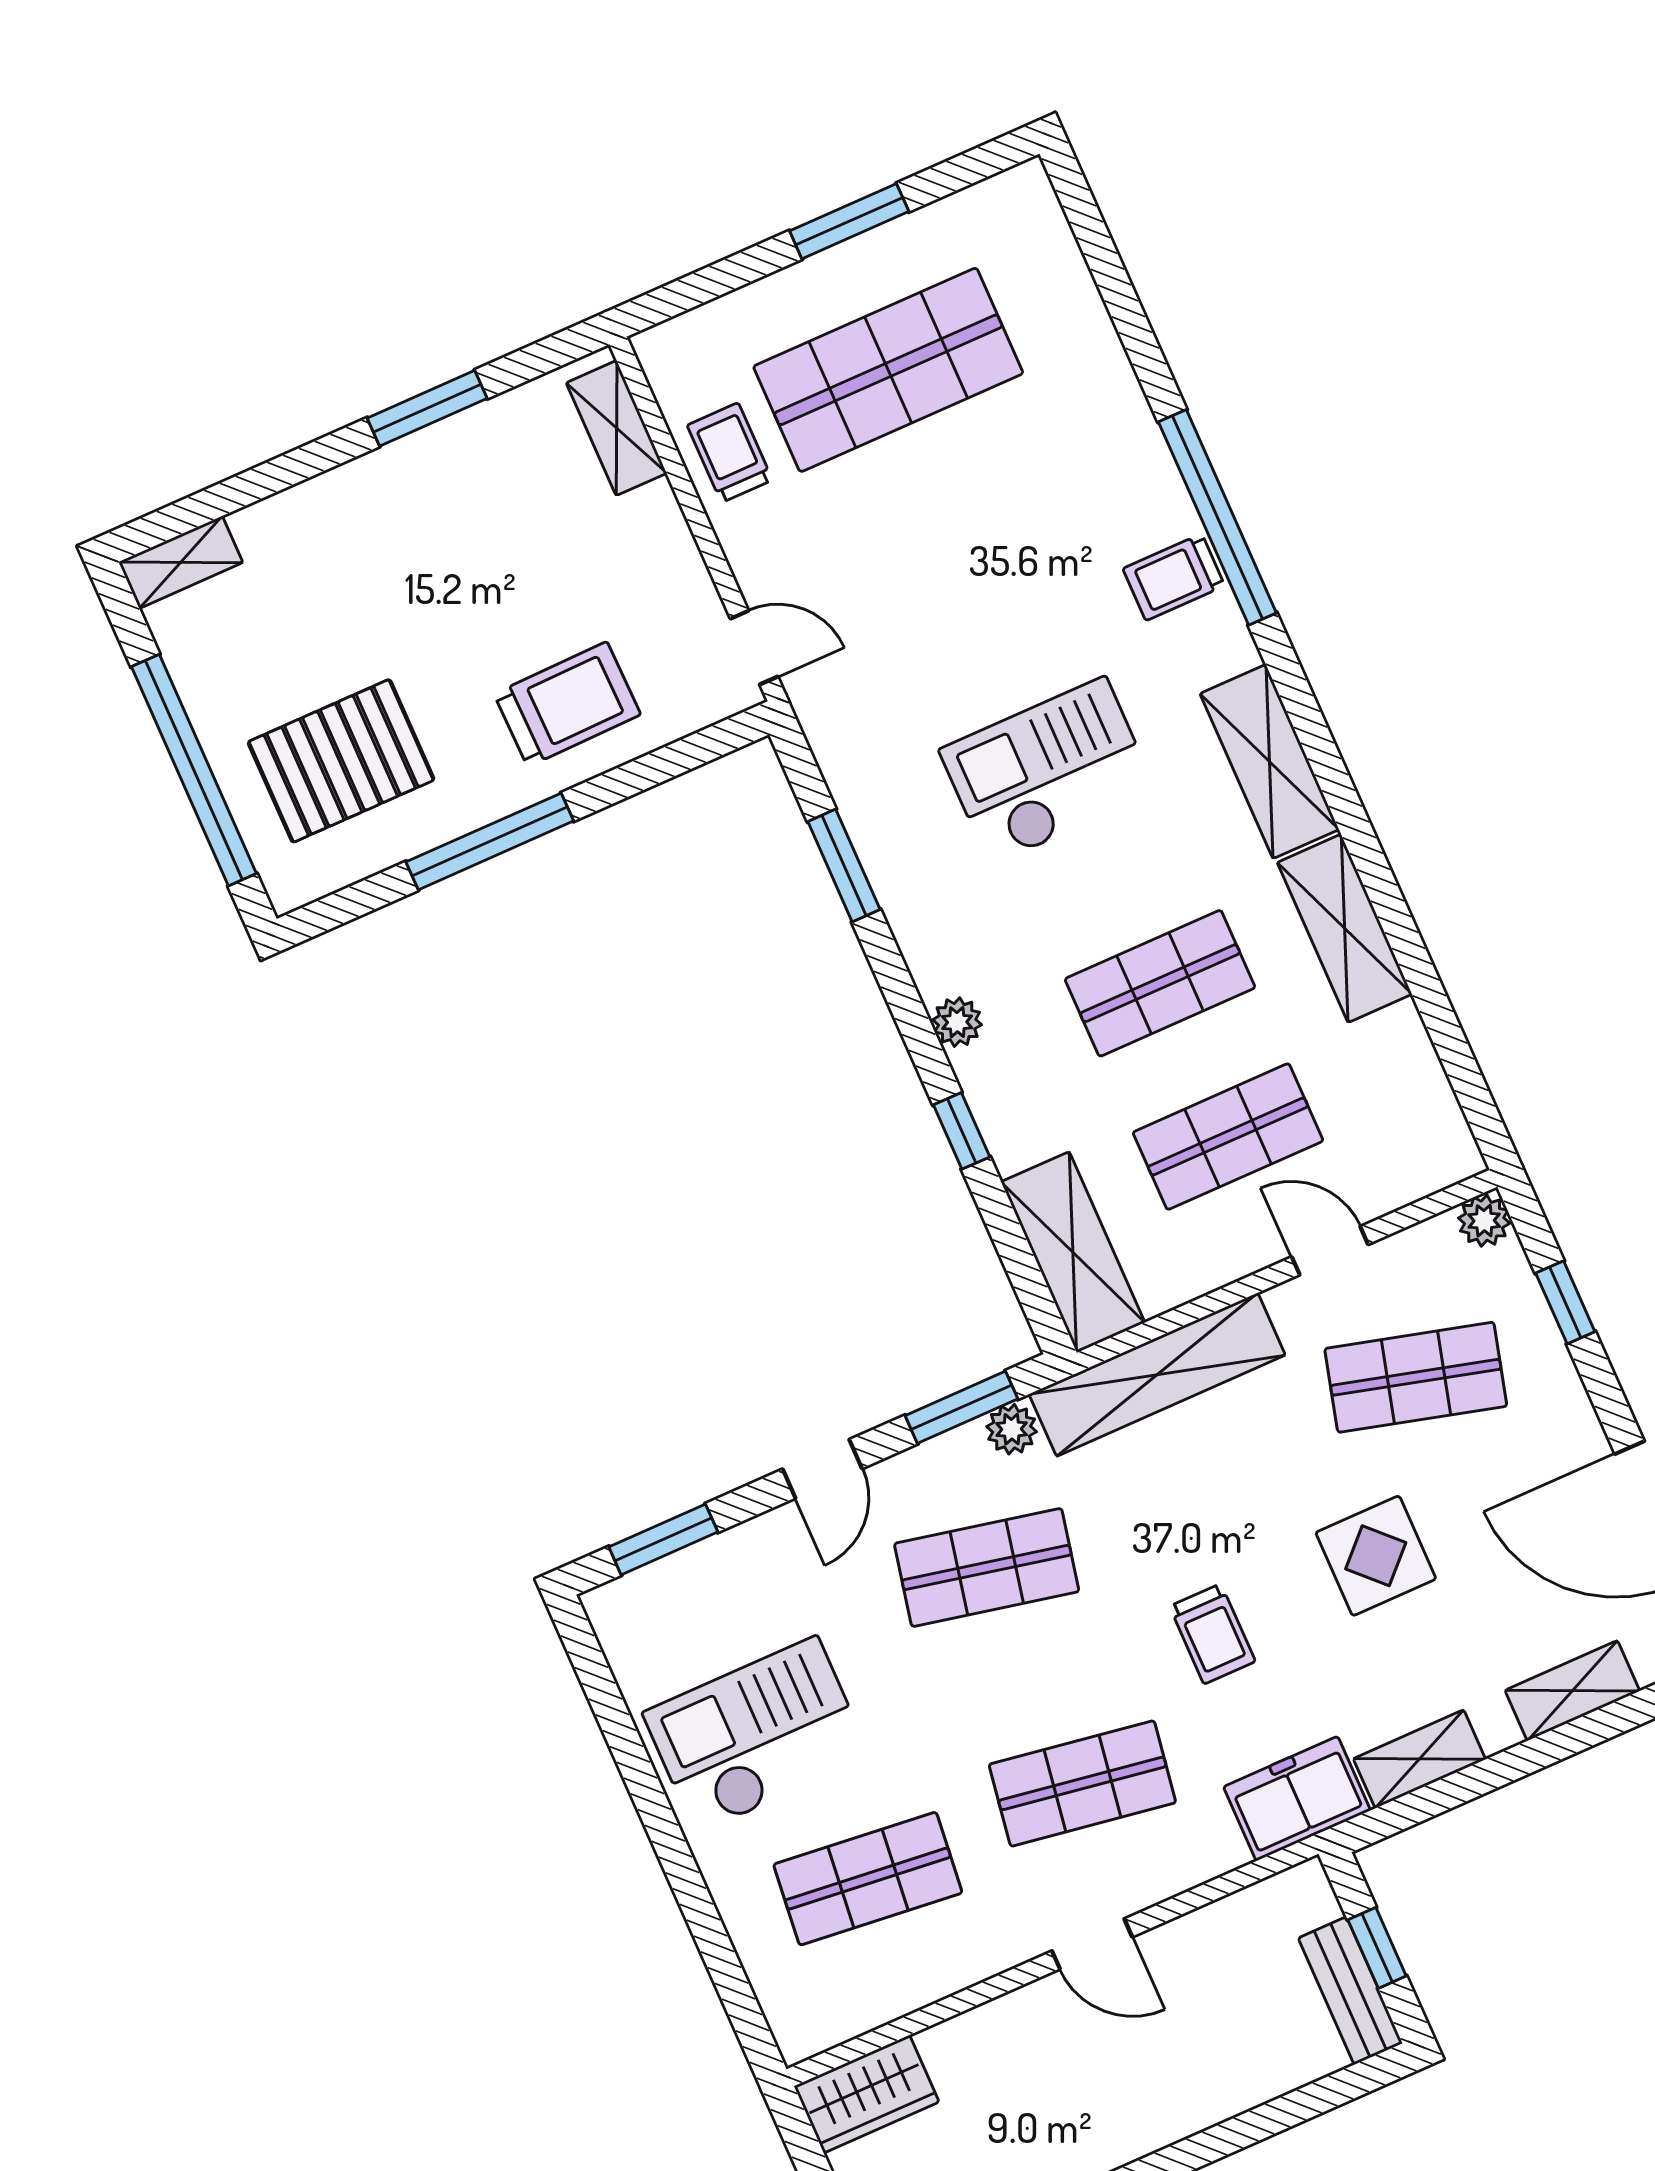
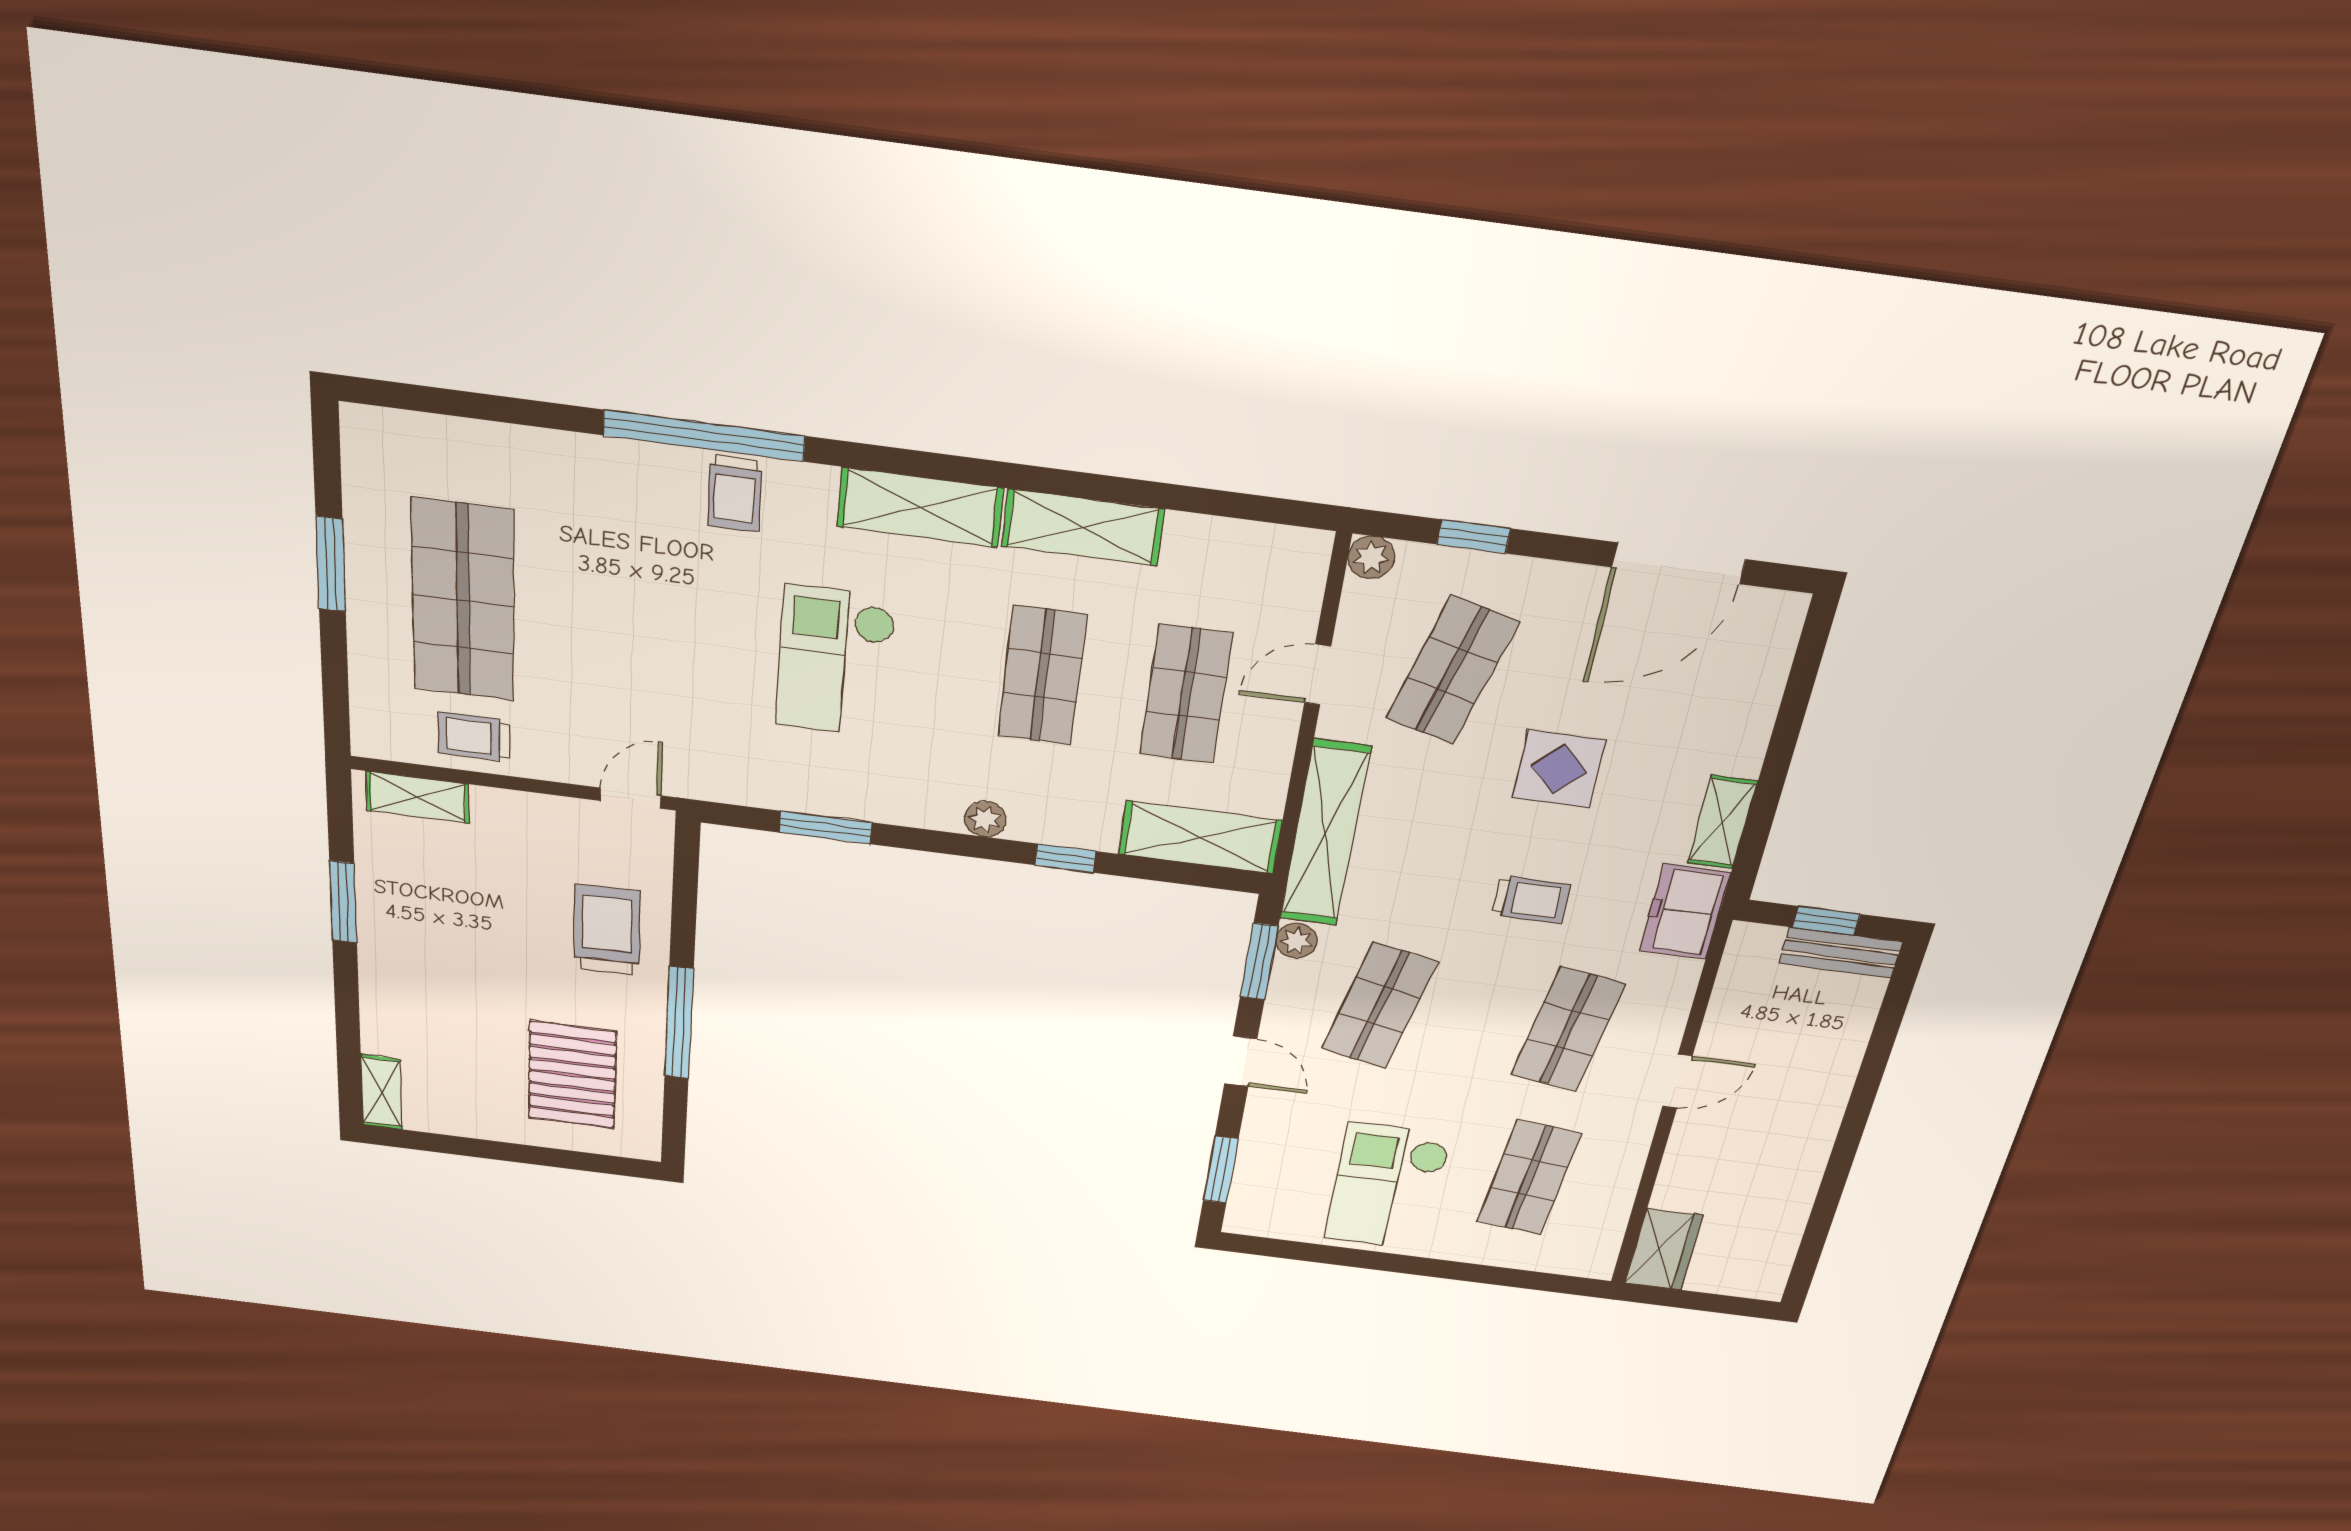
window: (194, 770) -> (532, 1155), removed
shelving: (1572, 1691) -> (1758, 697), removed

